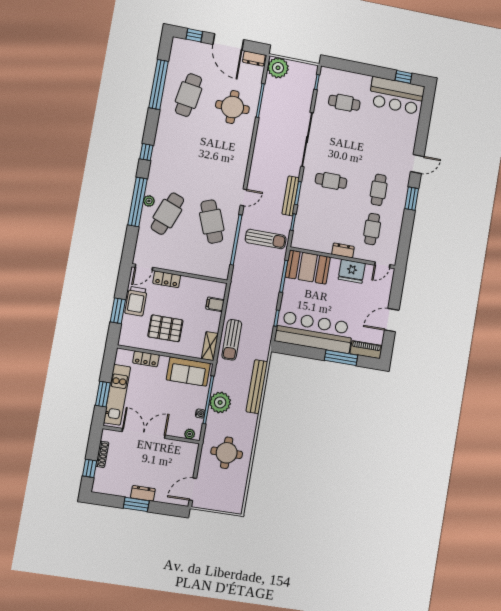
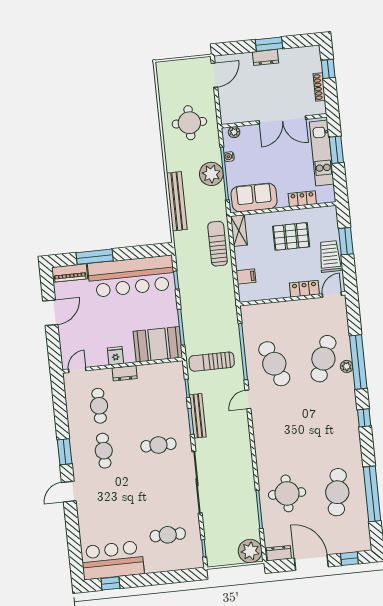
fridge: (352, 271) -> (115, 356), width x0.53, depth x0.75

